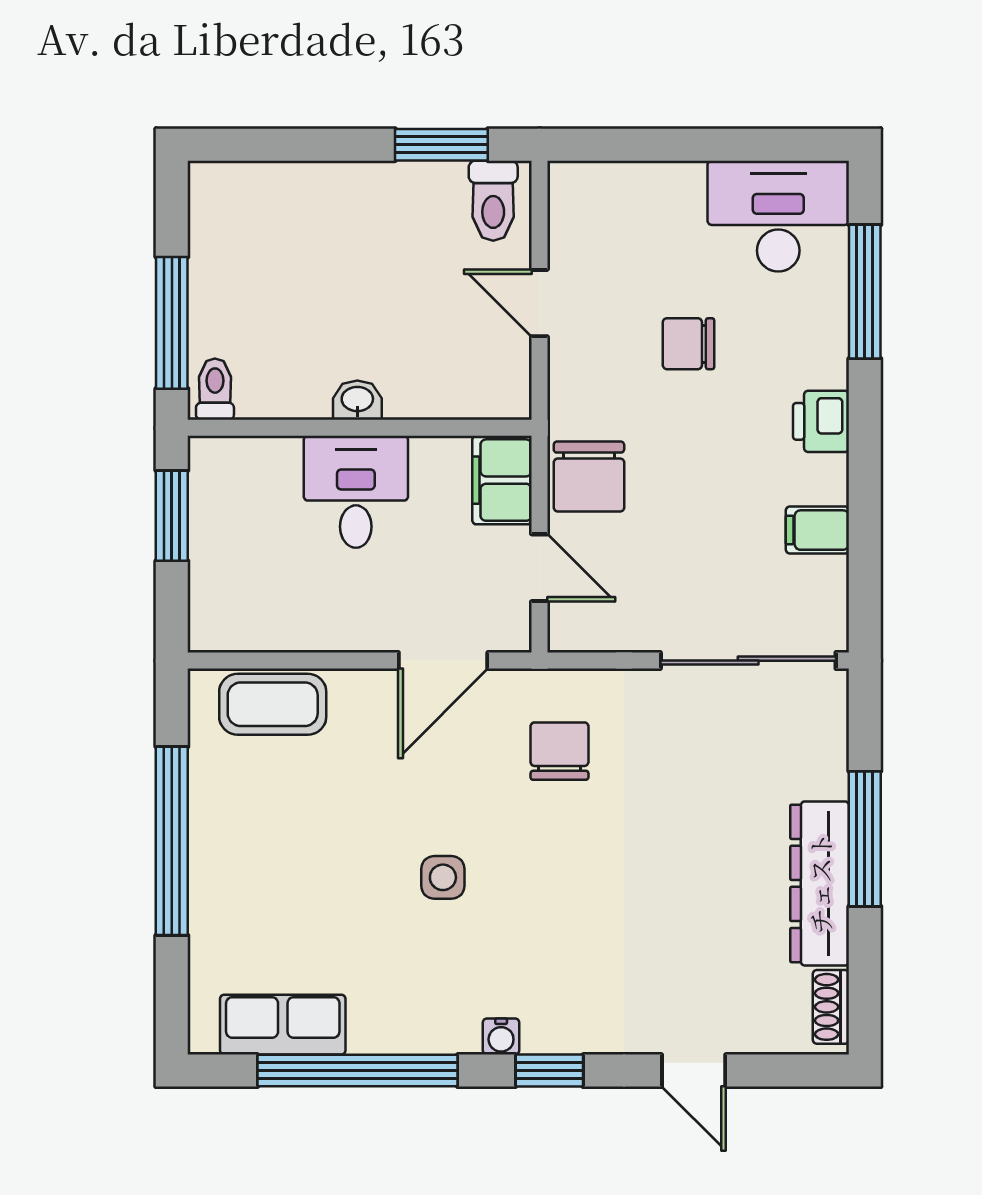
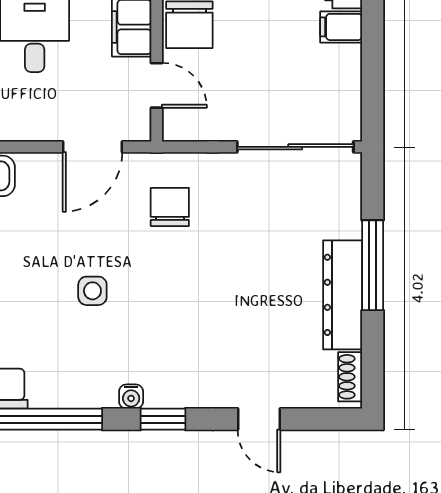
filing cabinet: (817, 530) -> (341, 27), moved

